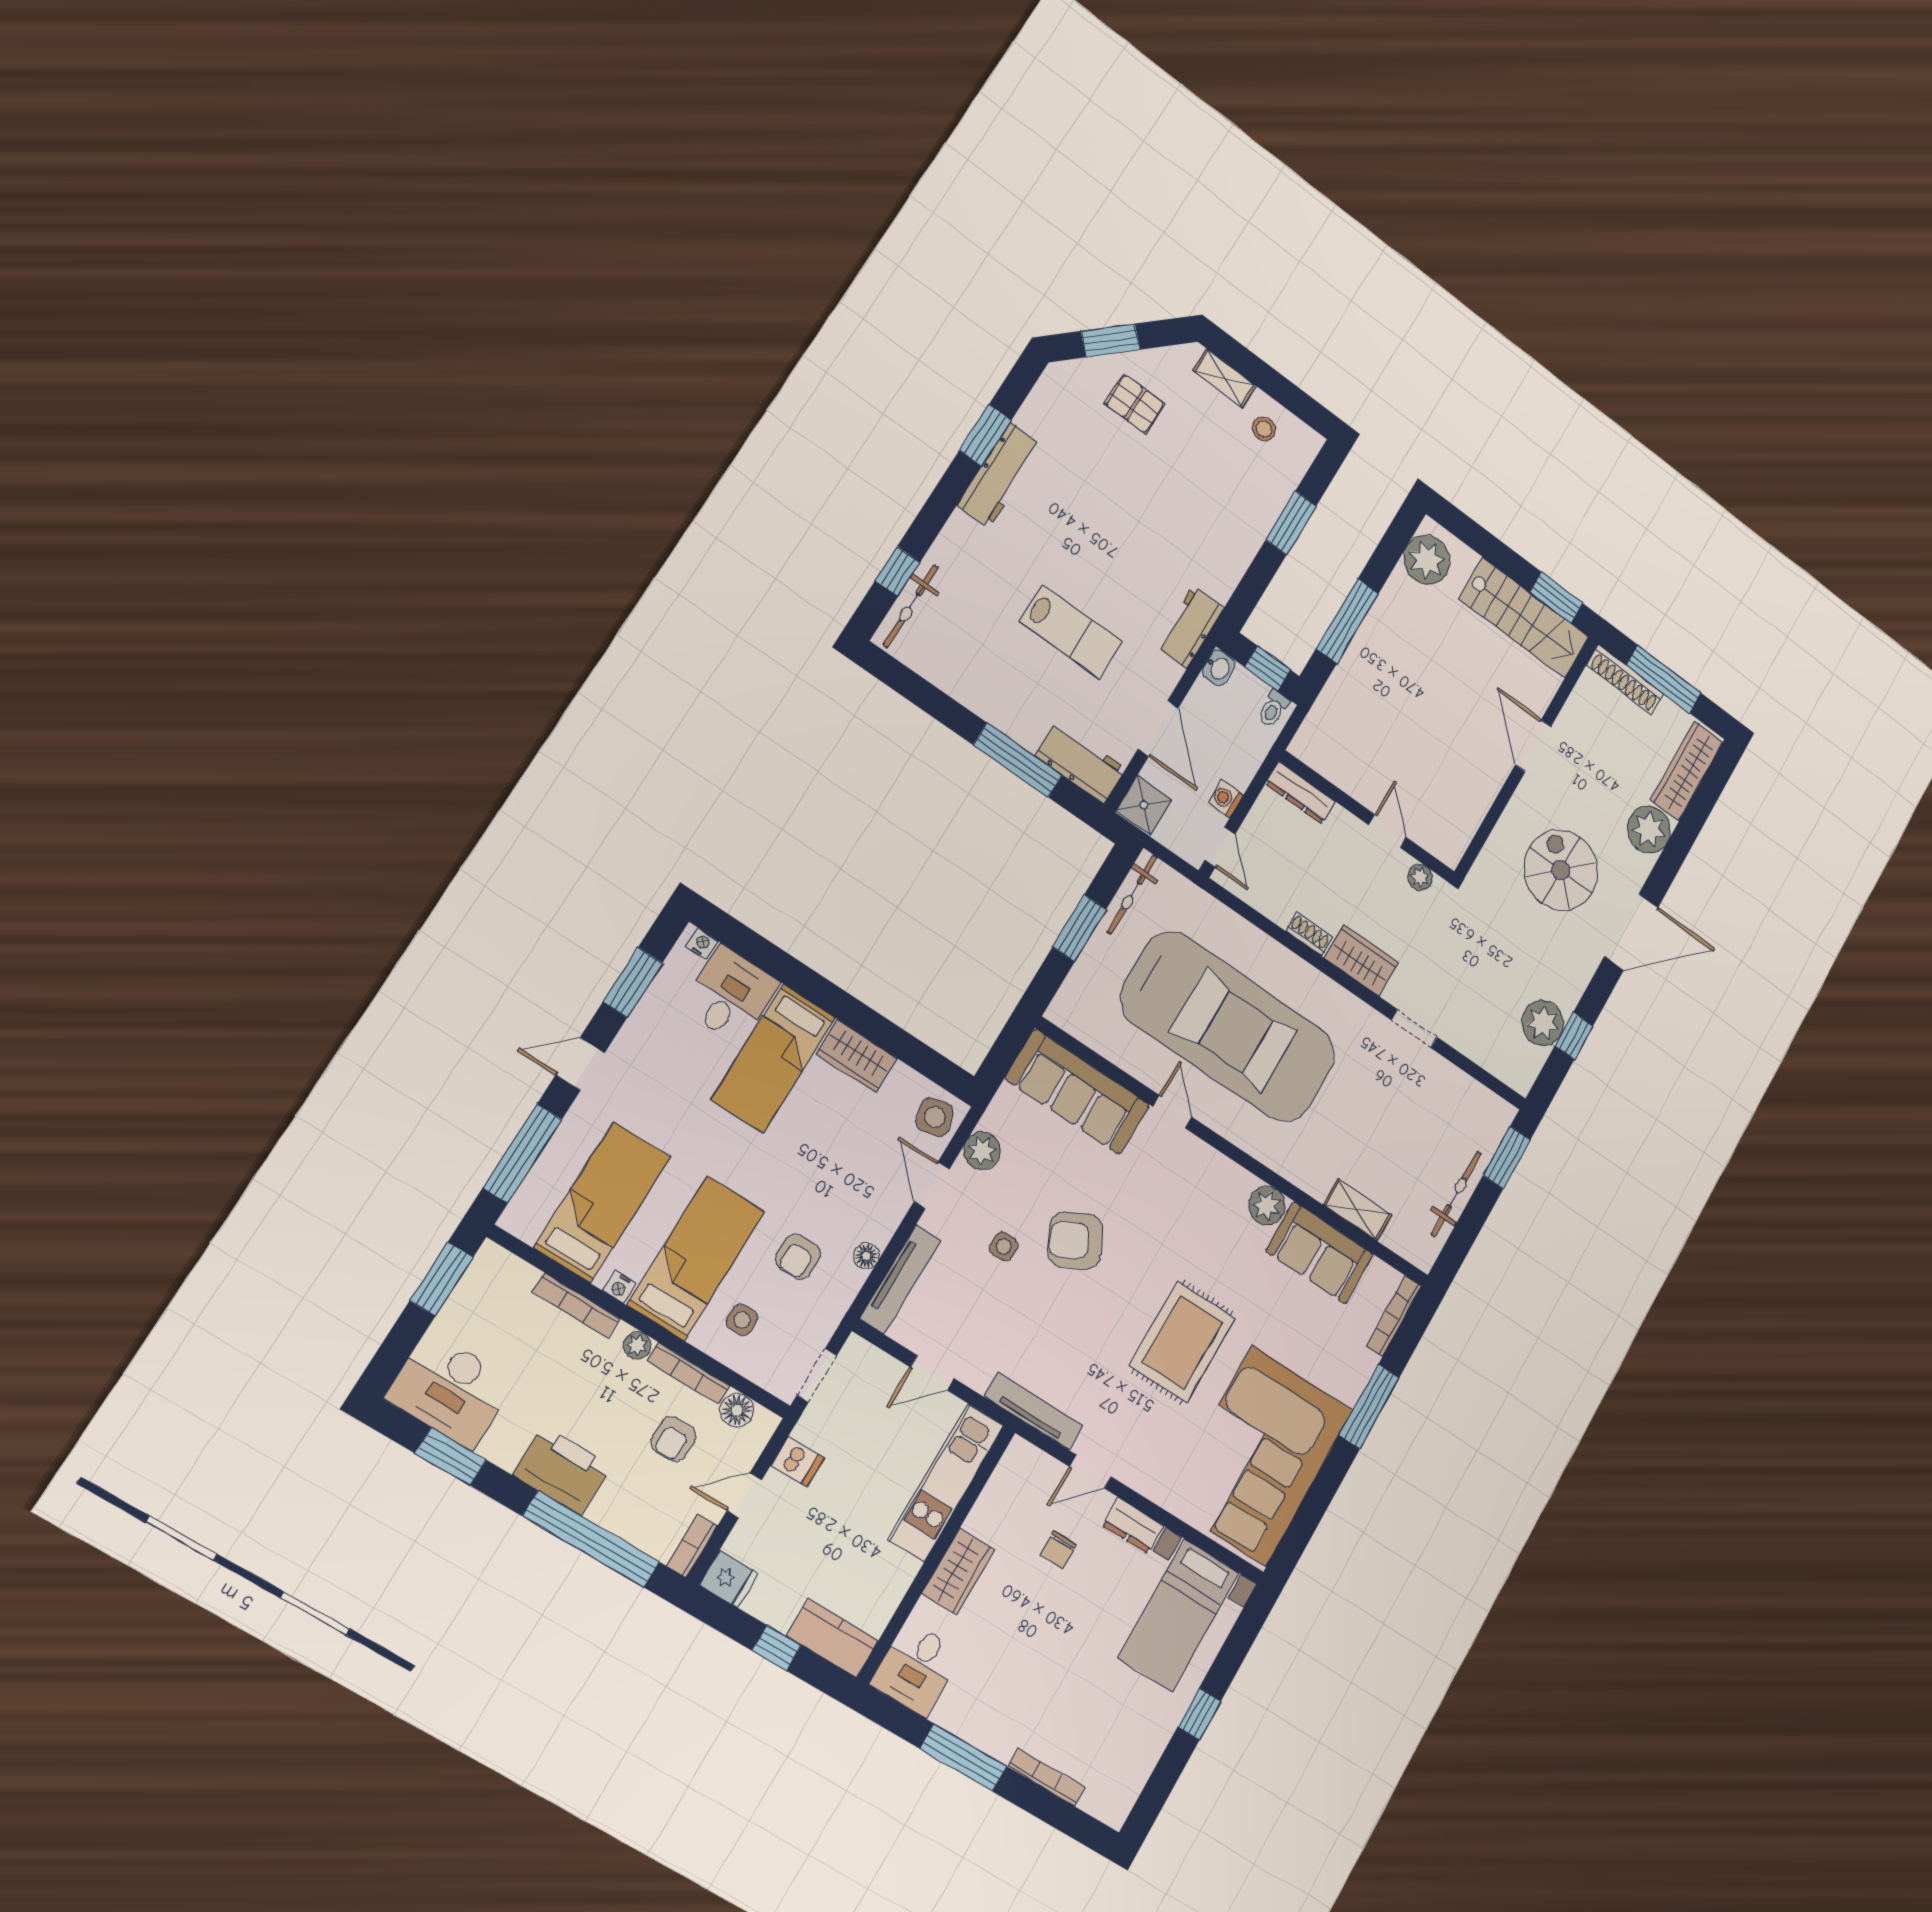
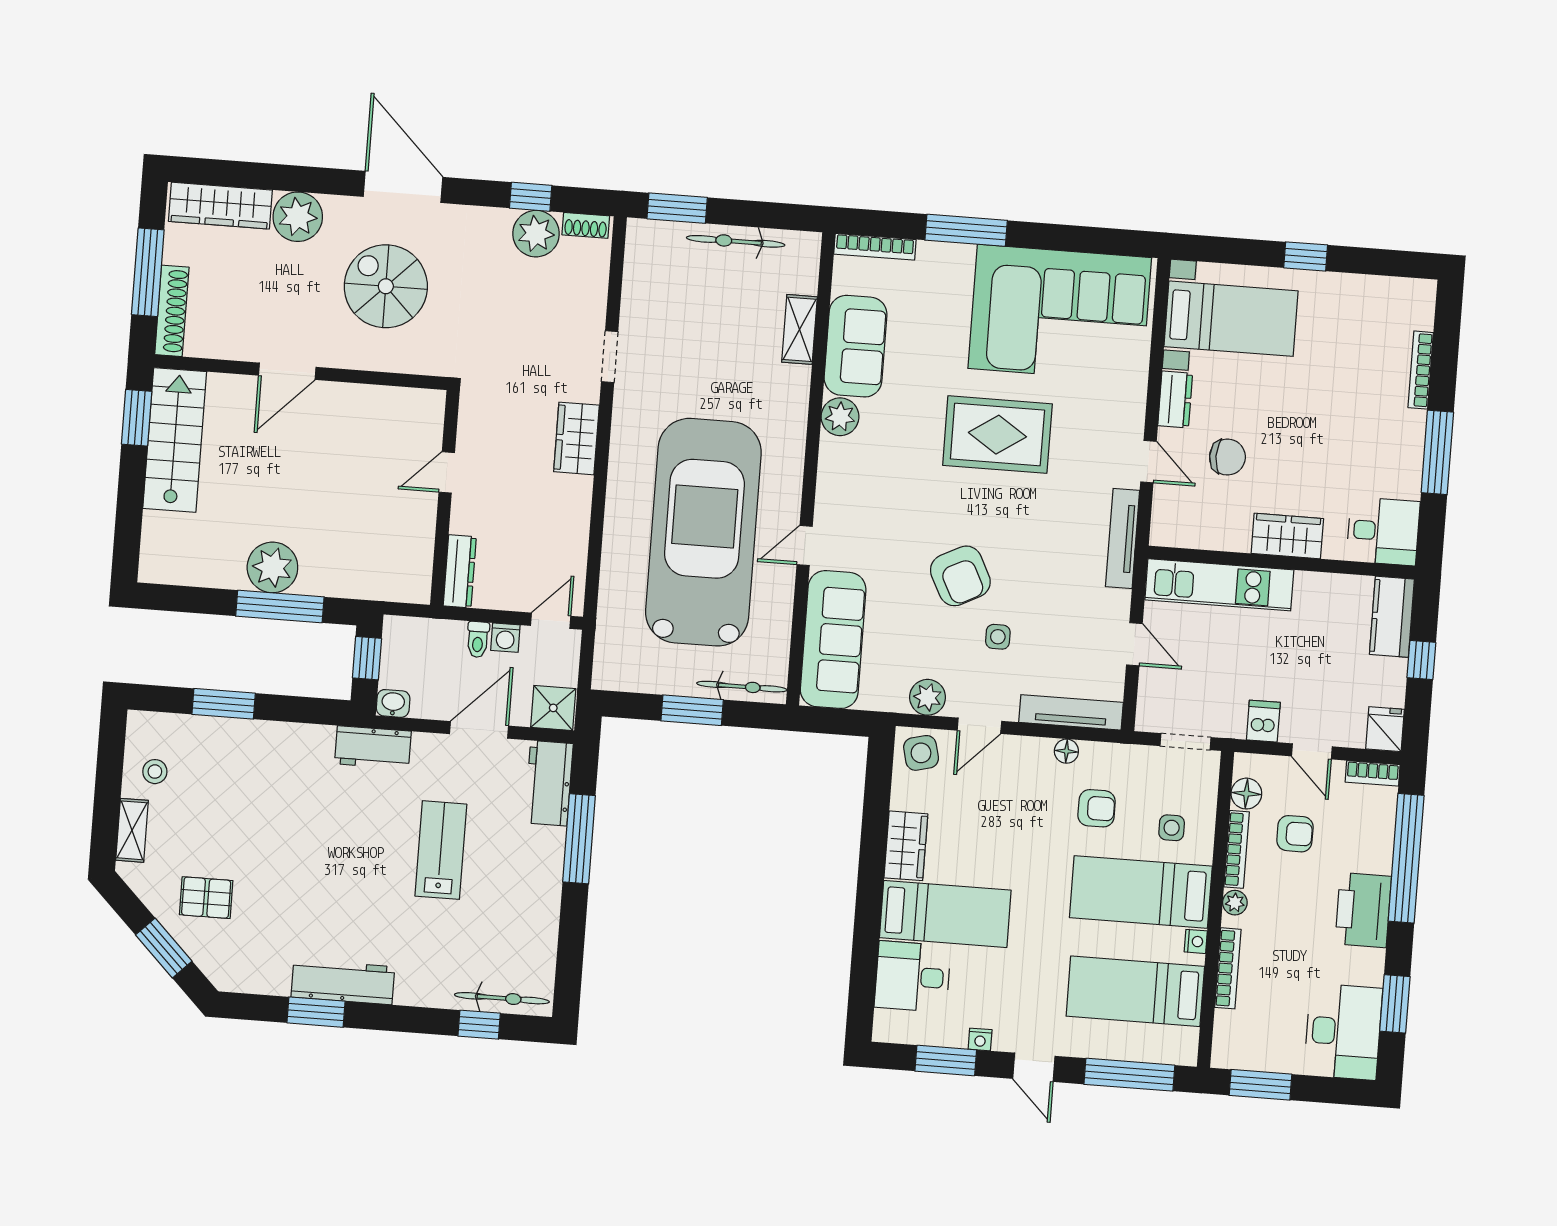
pallet: (1135, 404) -> (206, 898), turned 90
plant: (1427, 560) -> (272, 567), moved
toilet: (1273, 709) -> (478, 640), moved, turned 90
spiral stairs: (1561, 870) -> (386, 286), turned 90
plant: (1420, 877) -> (471, 420), removed
bicycle: (1132, 894) -> (742, 687), moved
shoe rack: (1309, 934) -> (586, 225), moved, turned -90
nightstand: (702, 944) -> (980, 1039), moved, turned -90
chair: (1058, 1550) -> (1227, 457), width x1.37, depth x1.37

